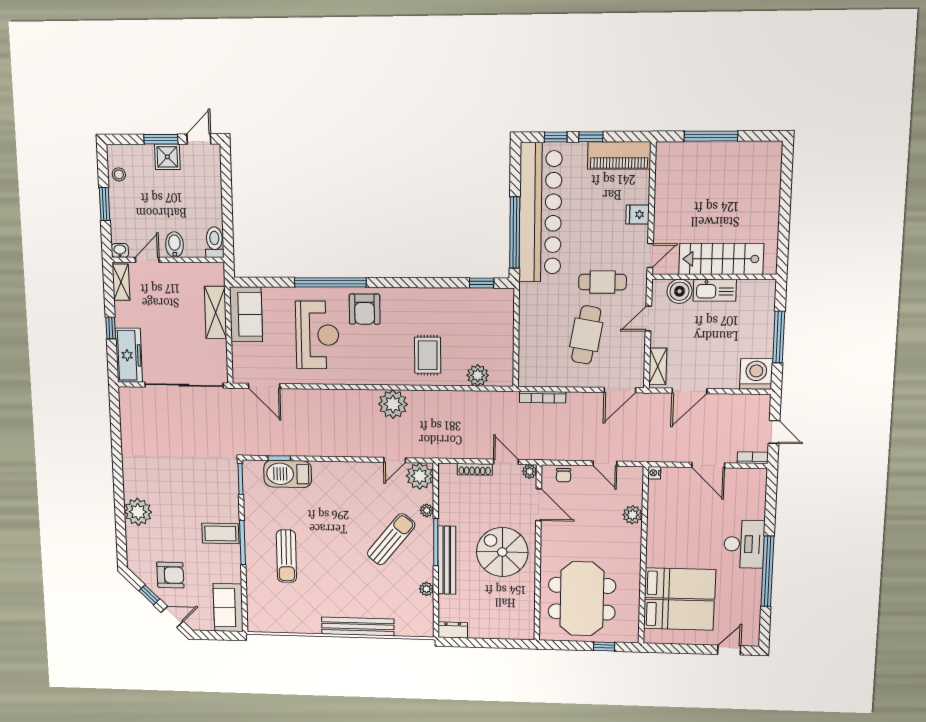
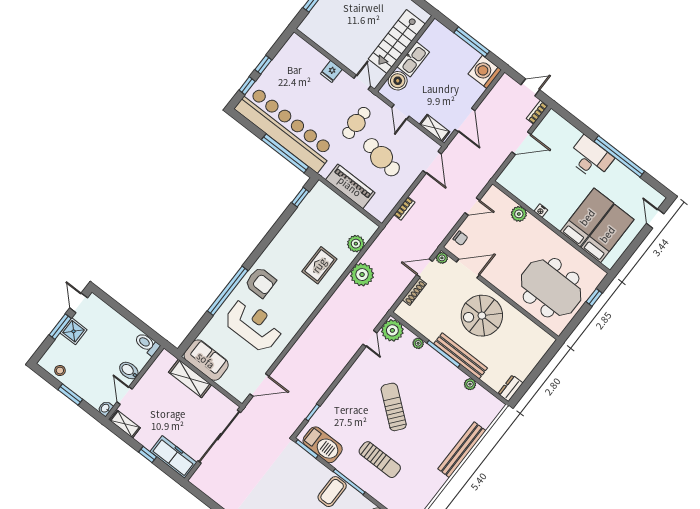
piano: (619, 155) -> (350, 186), moved, turned -90
rug: (428, 355) -> (319, 265), turned 90
bookcase: (543, 397) -> (404, 208), width x0.64
plant: (393, 404) -> (362, 275), moved
nightstand: (654, 473) -> (541, 211), moved
barbecue: (288, 474) -> (323, 445), moved, turned -90
sun lounger: (391, 539) -> (394, 407), moved

